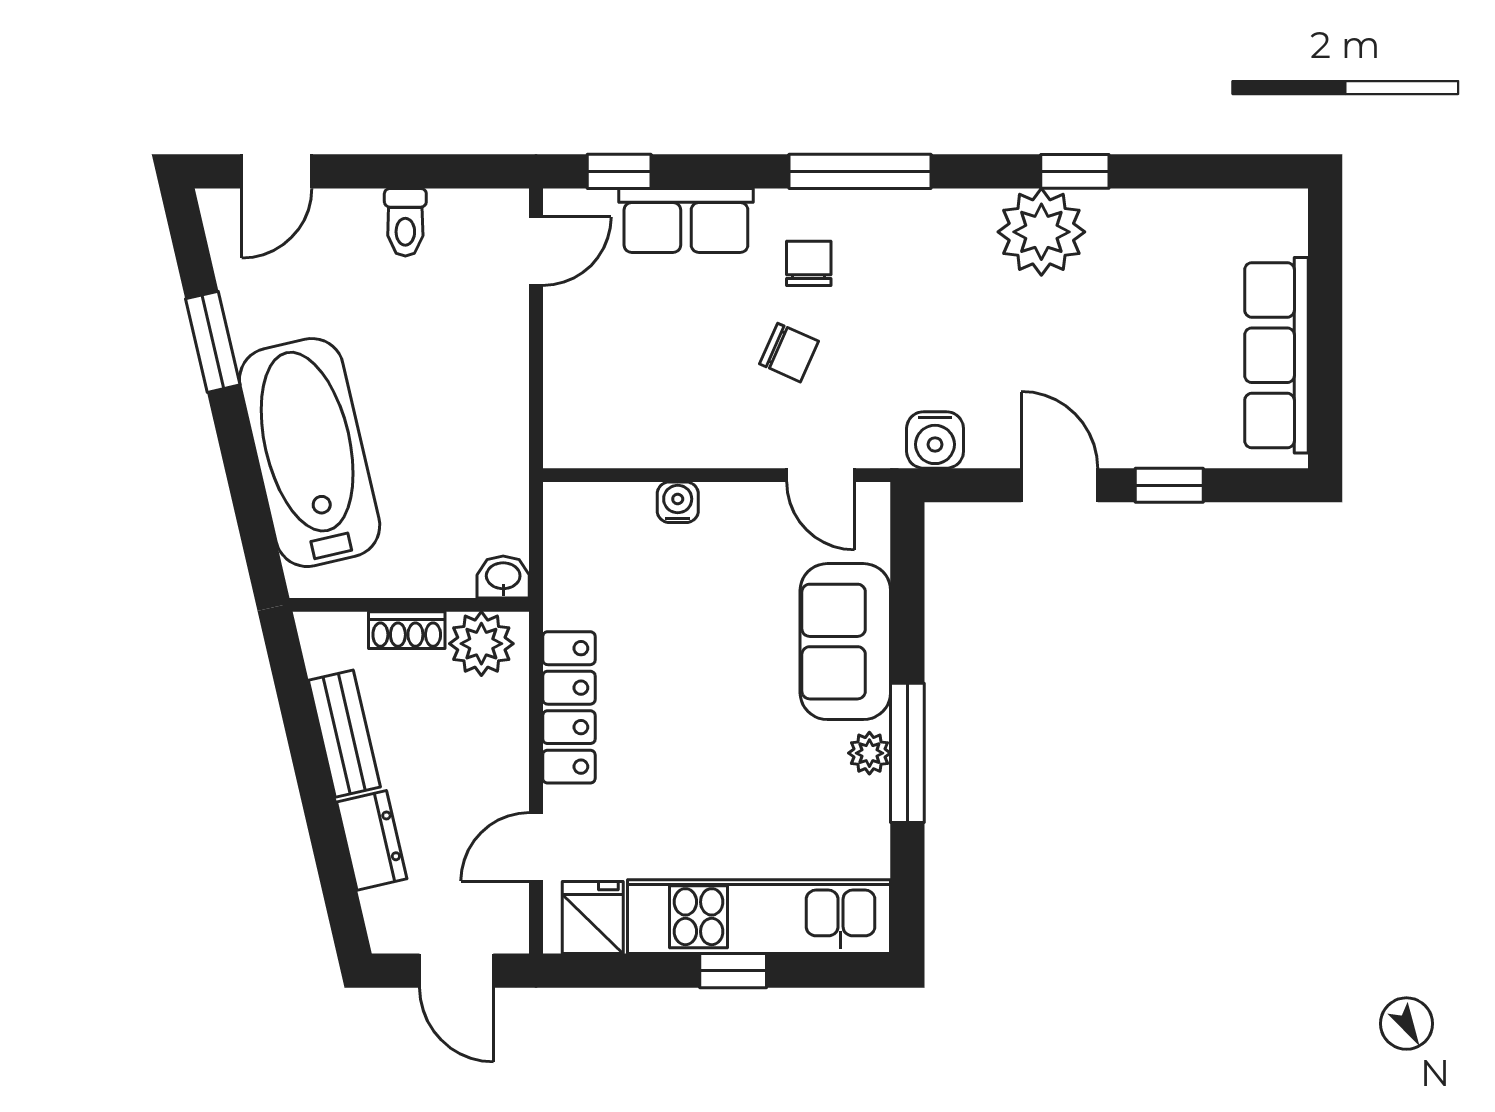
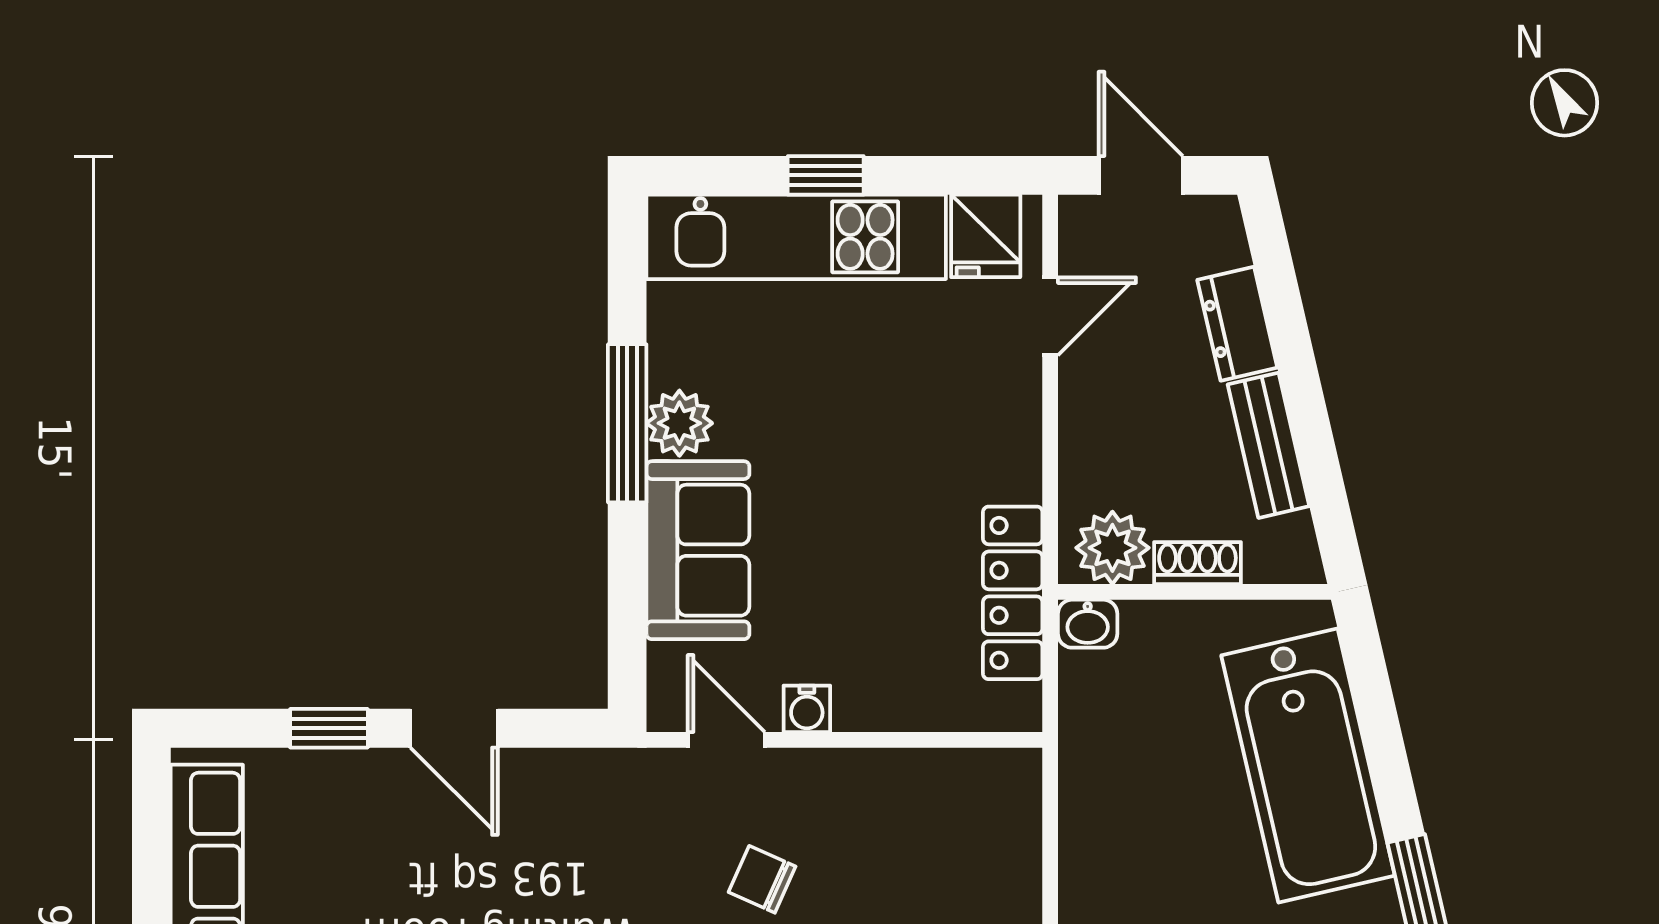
water cooler: (935, 440) -> (596, 780), removed
water cooler: (678, 502) -> (807, 709), moved
locker: (569, 707) -> (1013, 593), moved
plant: (869, 753) -> (679, 423), width x1.38, depth x1.38

